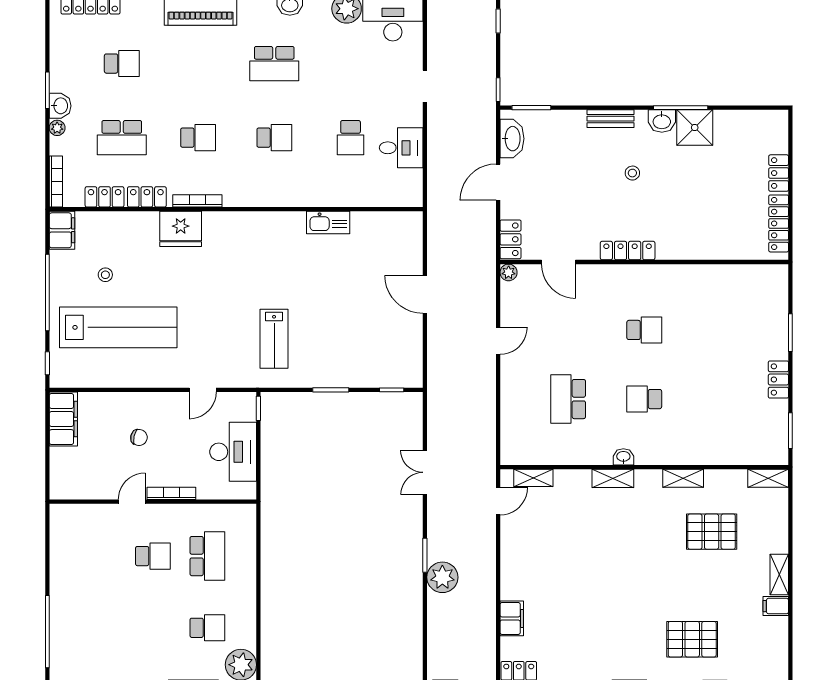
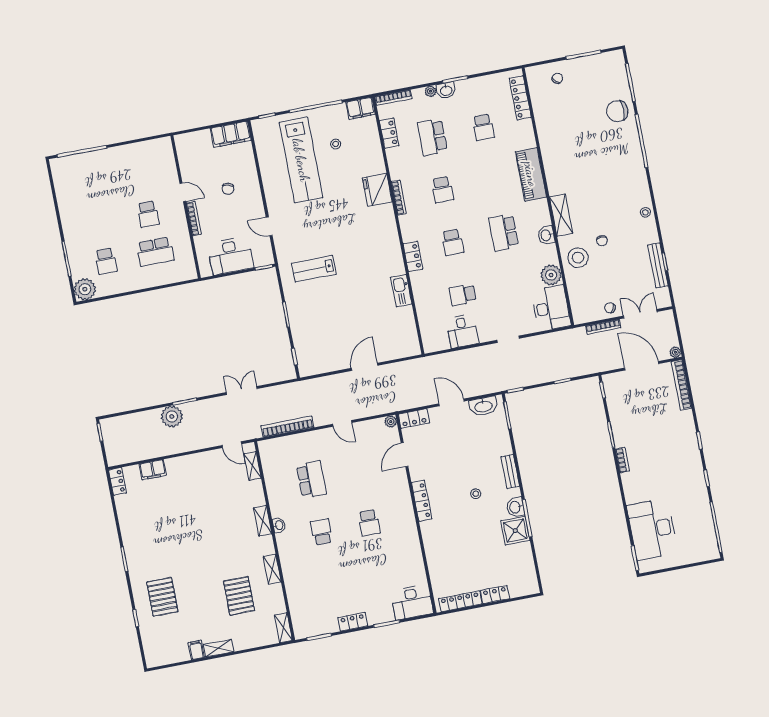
locker: (147, 197) -> (413, 256), moved
desk: (767, 291) -> (412, 602), added
school desk: (568, 399) -> (311, 479), turned 90
bookcase: (488, 418) -> (287, 427), added

